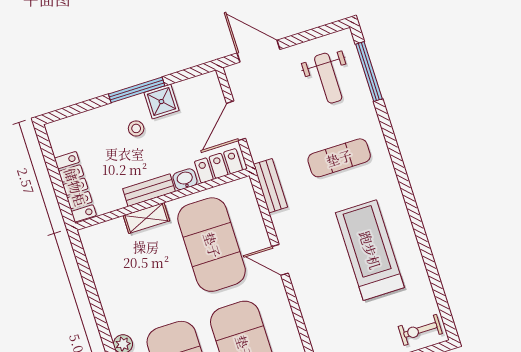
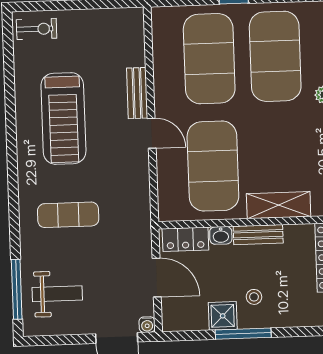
water cooler: (233, 73) -> (147, 325), added
weight bench: (328, 78) -> (57, 294), turned 90
door: (236, 121) -> (157, 278), hinge flipped
bench: (270, 186) -> (137, 93), moved
shelving: (146, 218) -> (279, 205), width x1.50, depth x1.33

